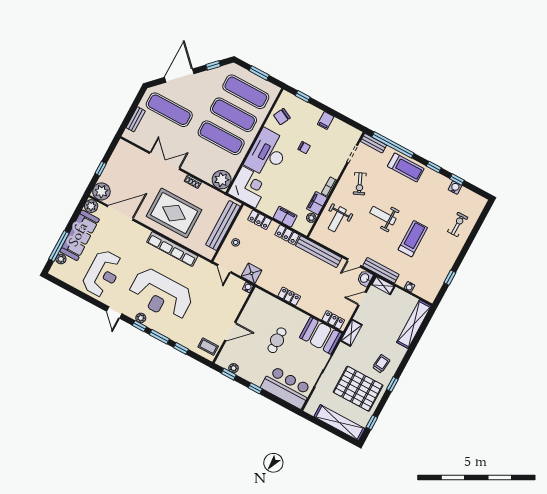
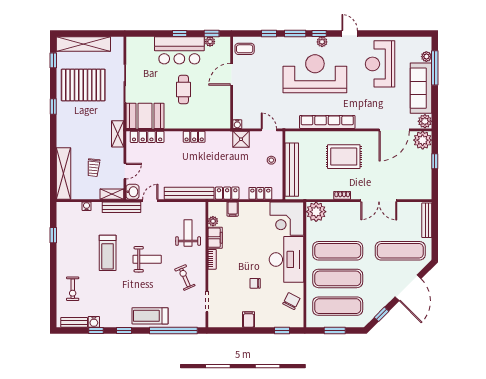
bench: (136, 119) -> (427, 220), width x1.36
bench: (374, 143) -> (74, 322), moved
rug: (174, 213) -> (344, 157), width x0.73, depth x0.69
filing cabinet: (285, 217) -> (233, 209), width x0.50
locker: (333, 320) -> (147, 137), width x1.53
trolley: (381, 364) -> (93, 168), moved
bar counter: (287, 387) -> (179, 50), moved

